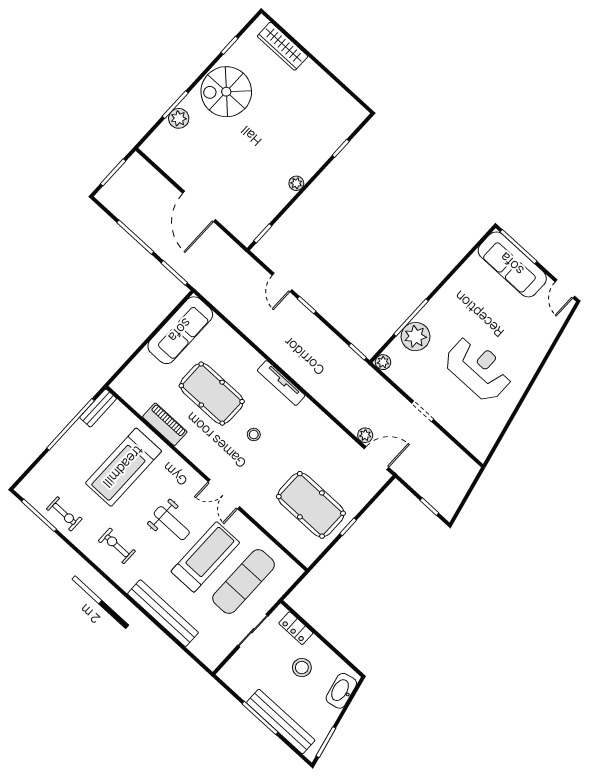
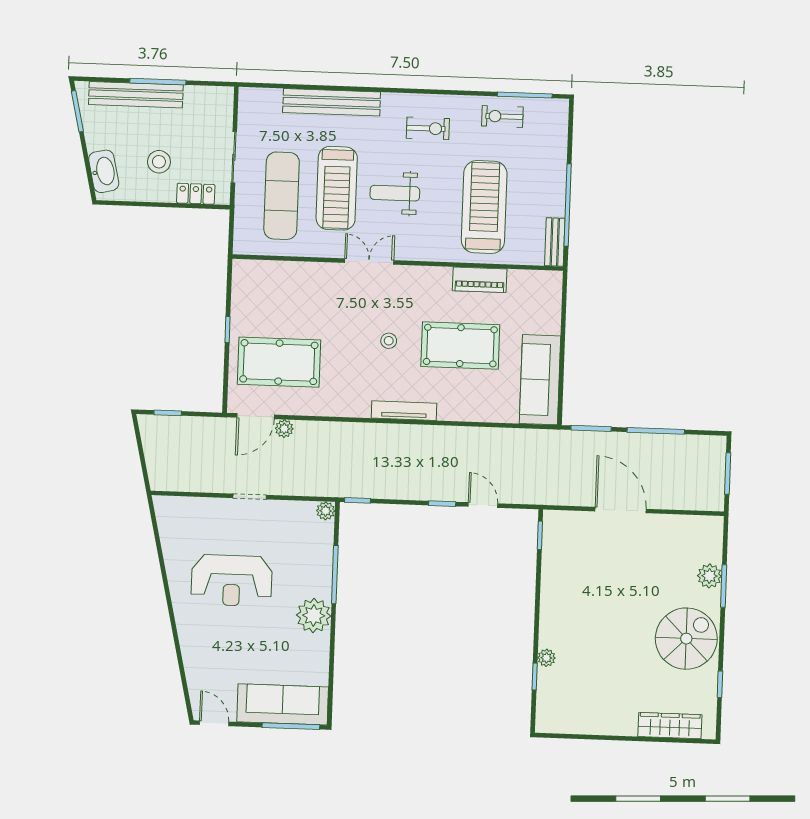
plant: (296, 183) -> (546, 658), moved
plant: (416, 337) -> (314, 615), moved
pool table: (311, 505) -> (279, 362), moved

